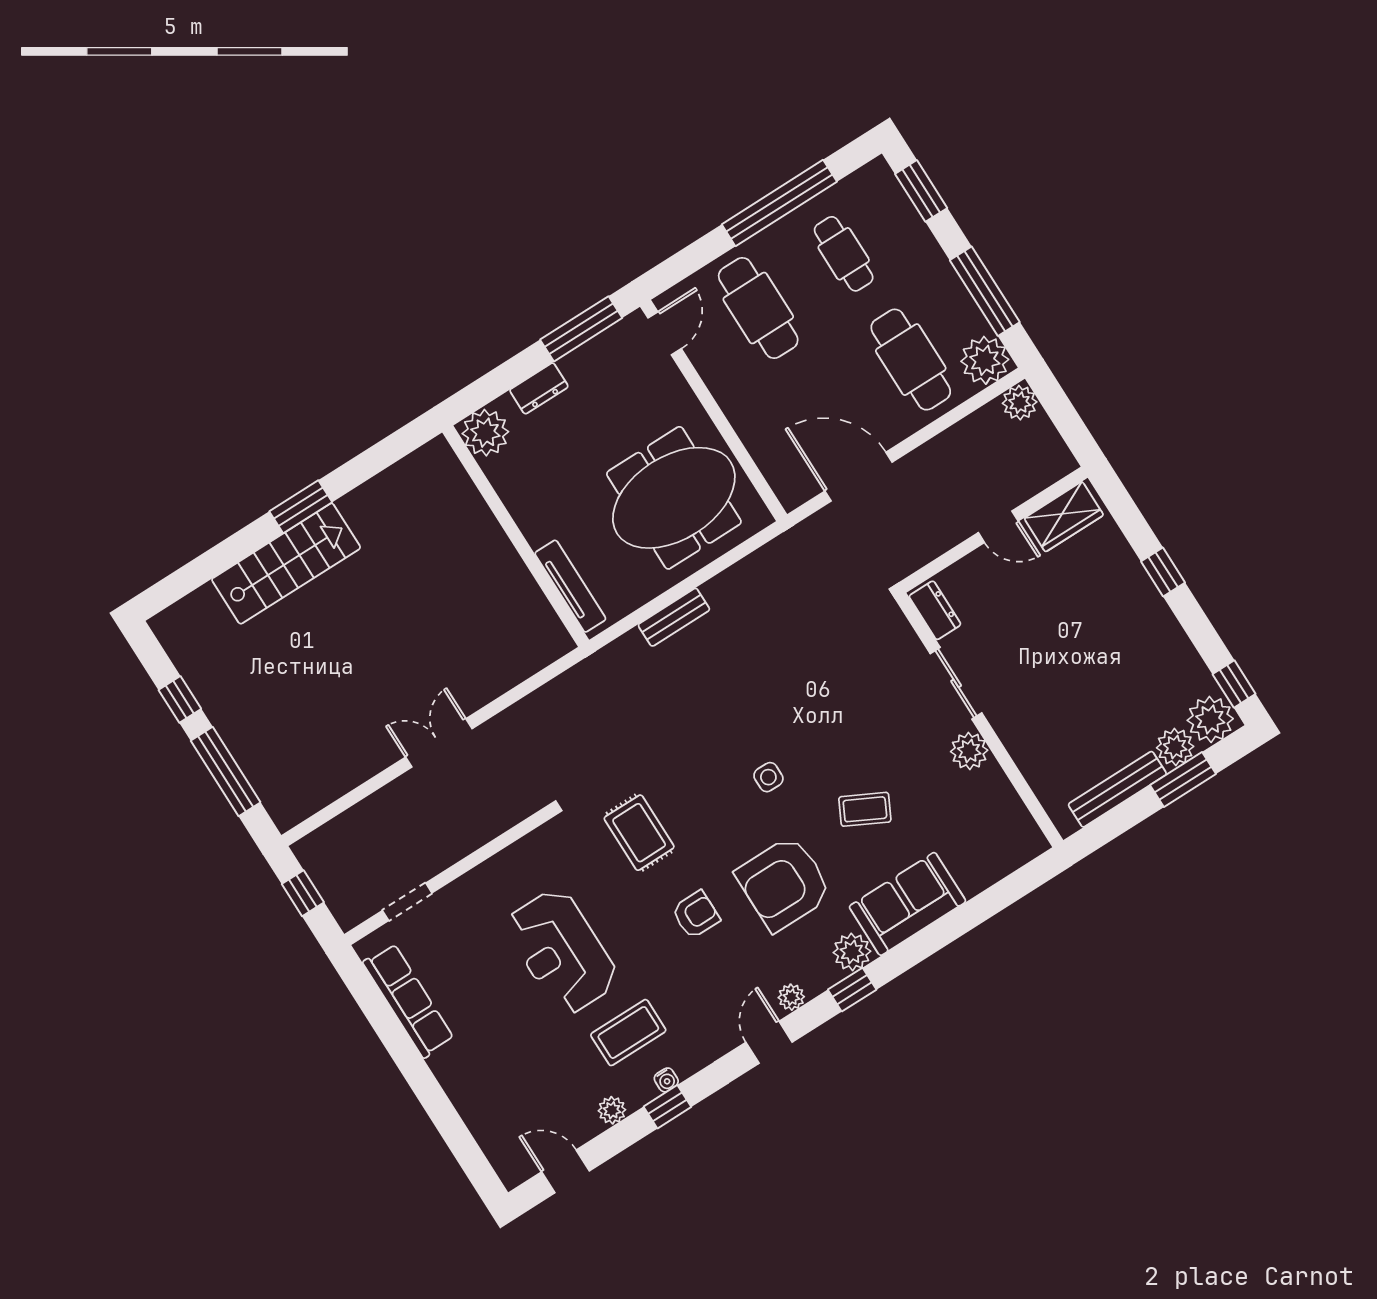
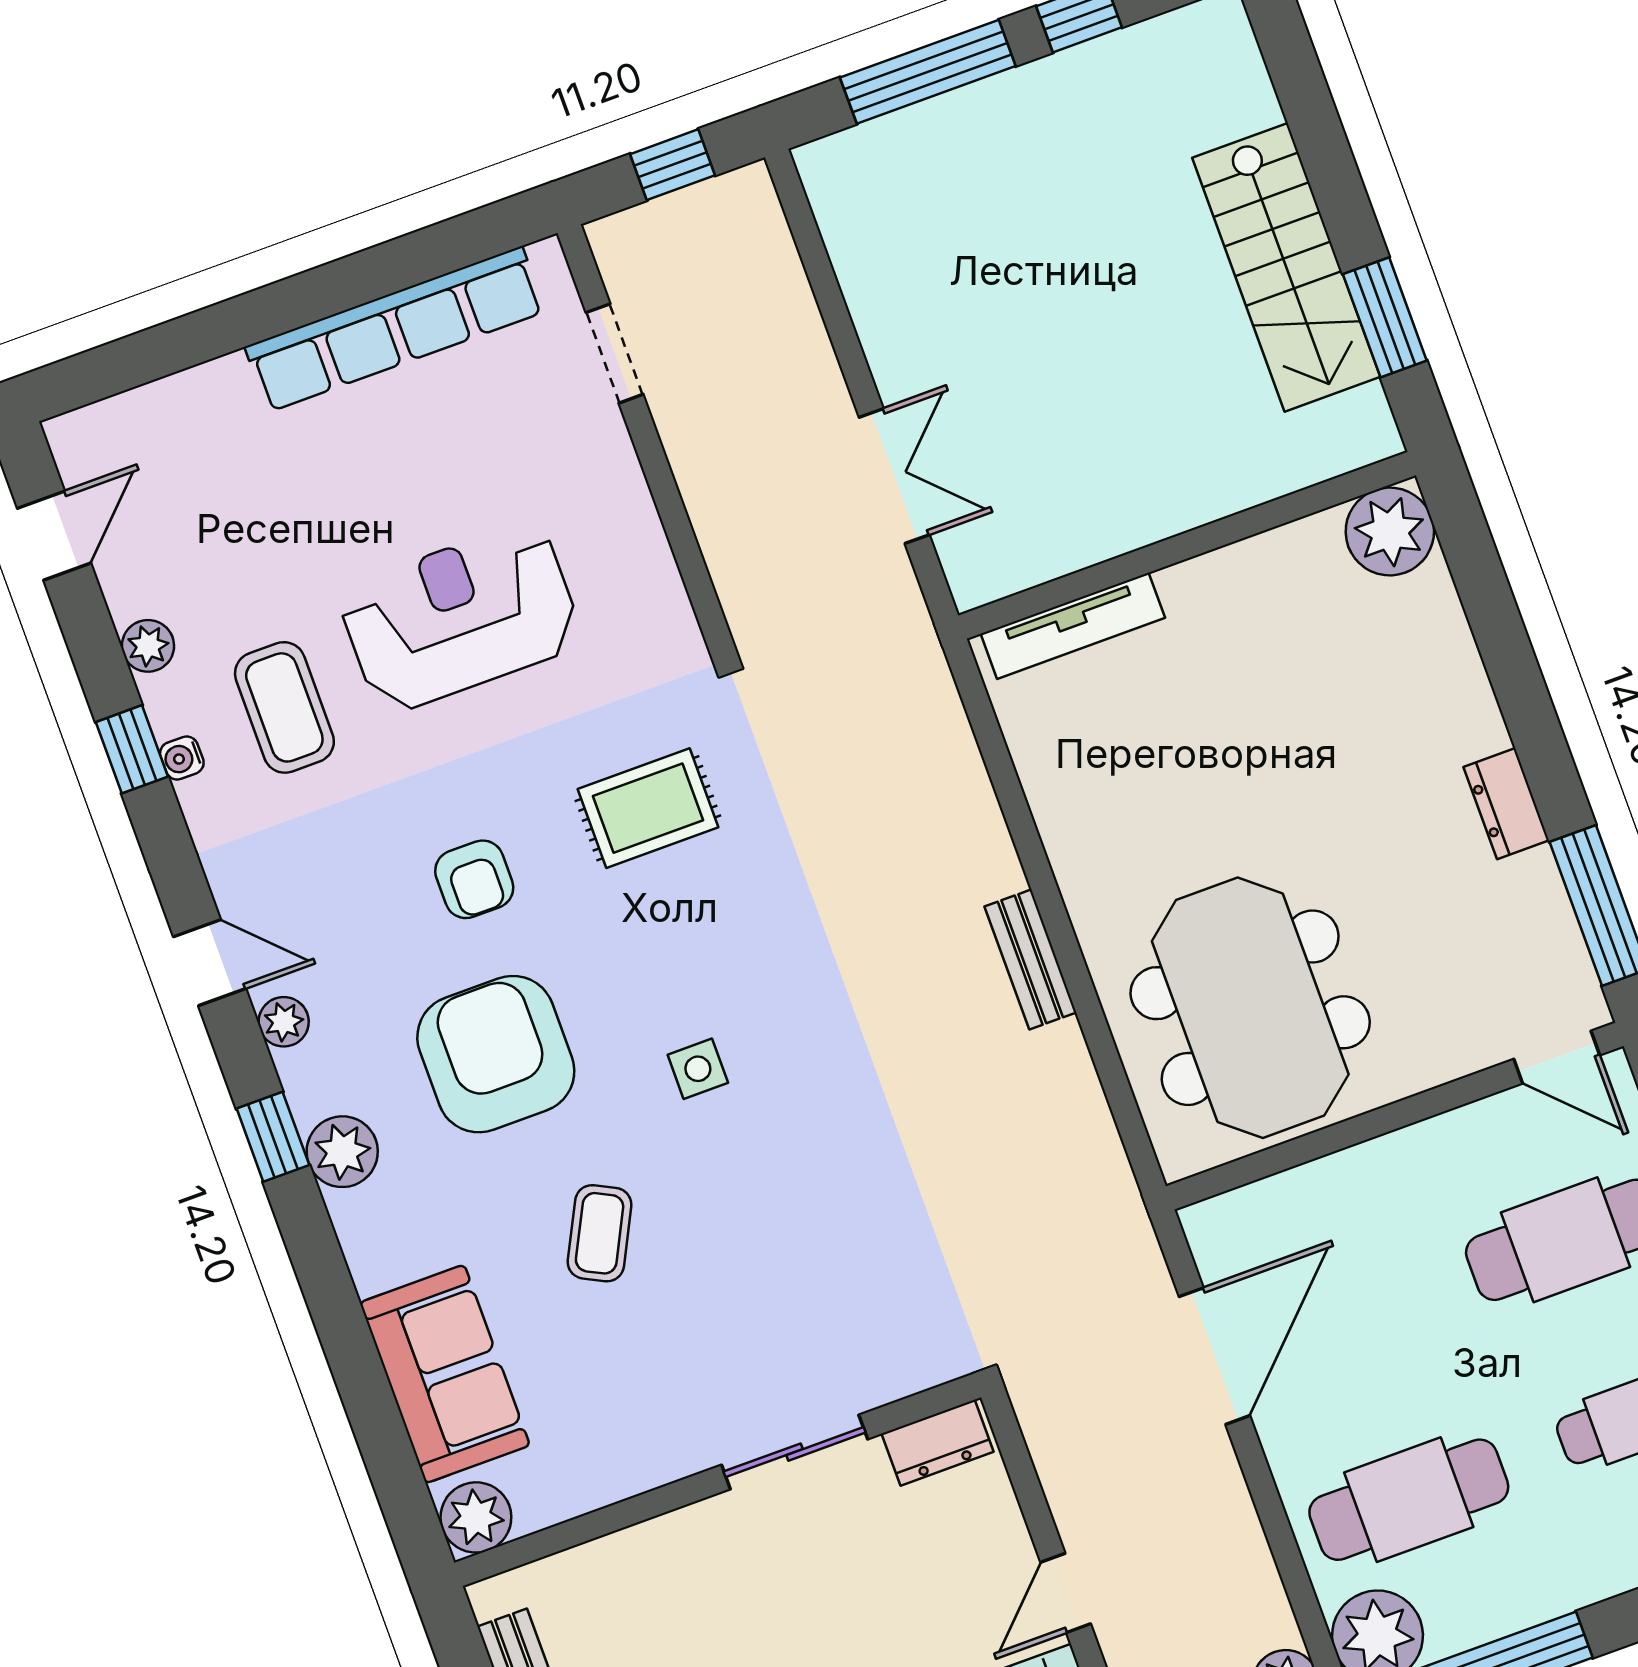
plant: (485, 433) -> (1390, 532), moved
wall: (516, 536) -> (1187, 545), moved
tv unit: (570, 586) -> (1073, 626), moved
plant: (969, 751) -> (476, 1517), moved
sofa: (907, 904) -> (445, 1374), moved
row of seats: (408, 1001) -> (395, 329), width x1.36

